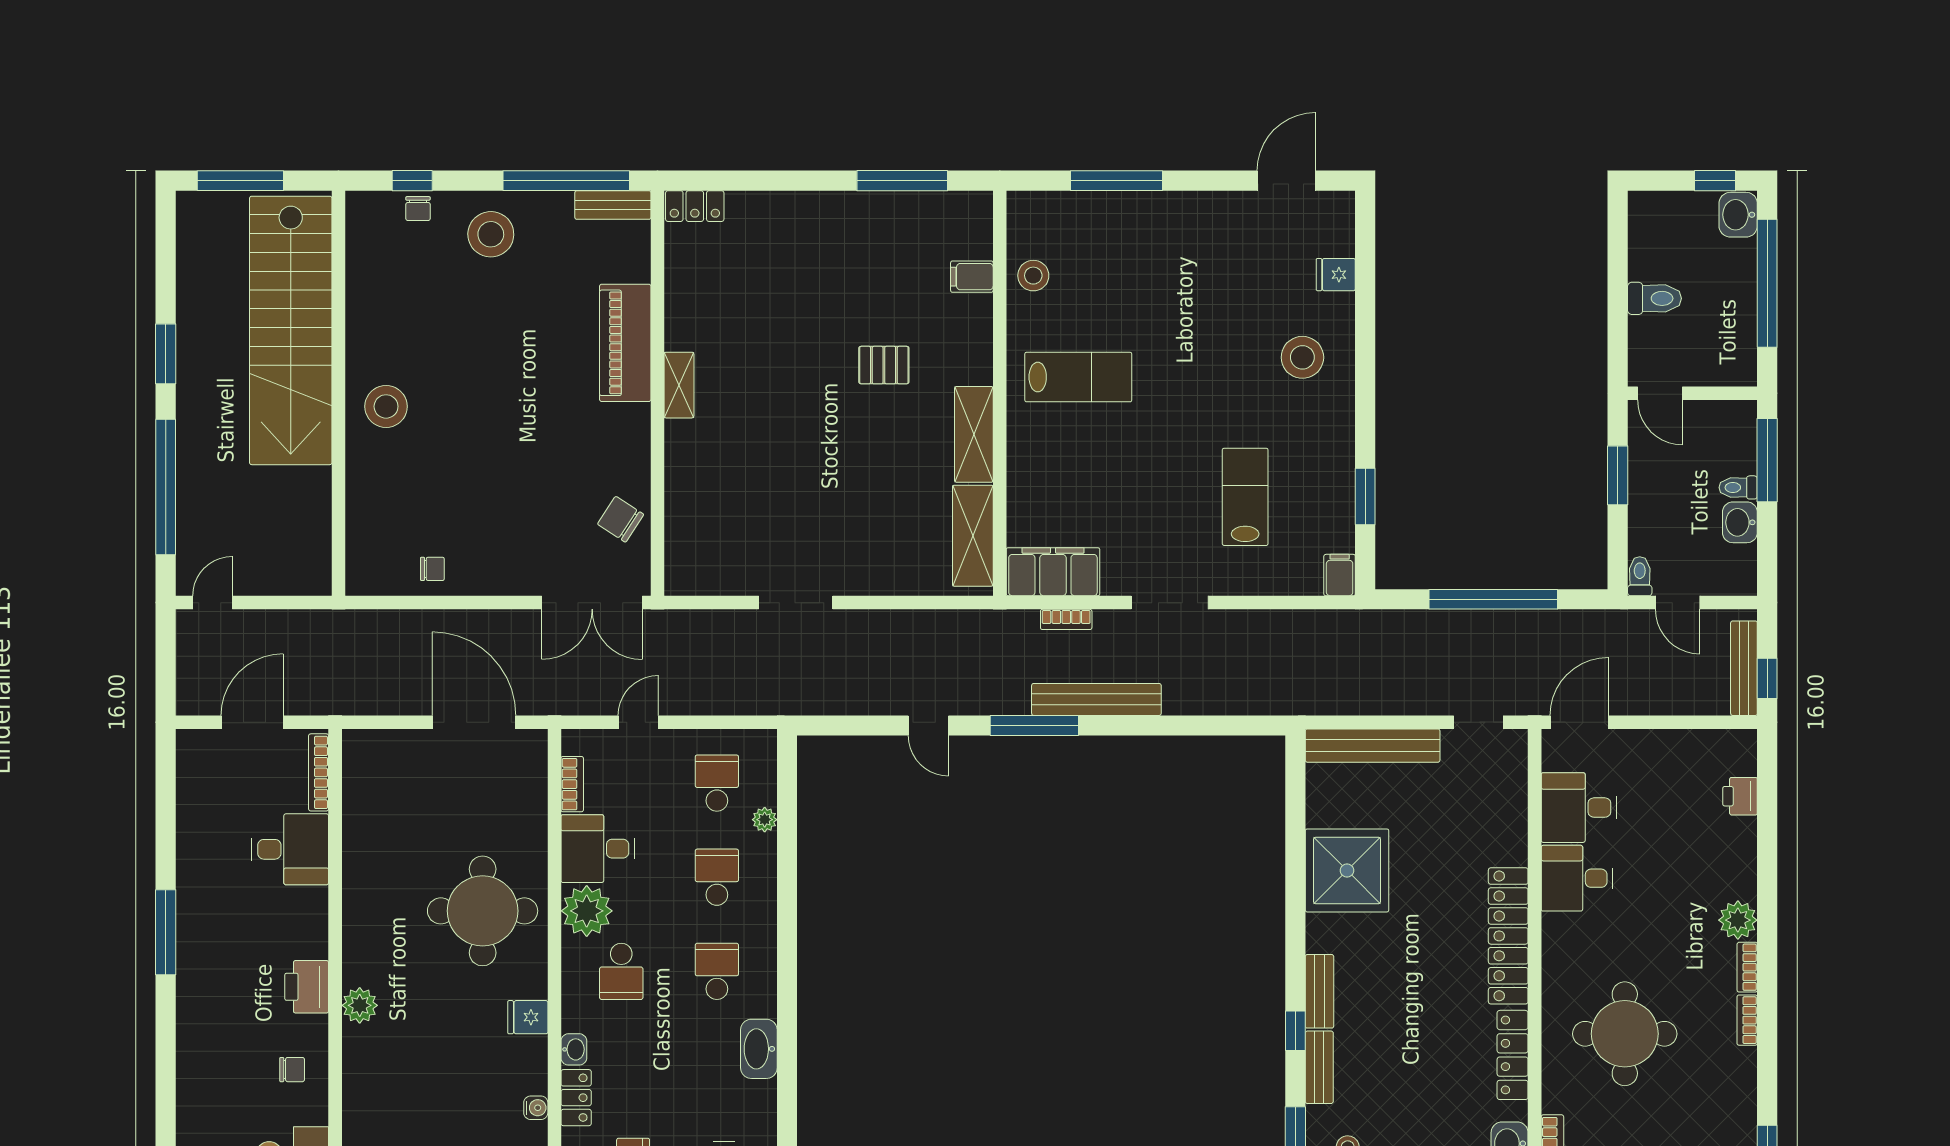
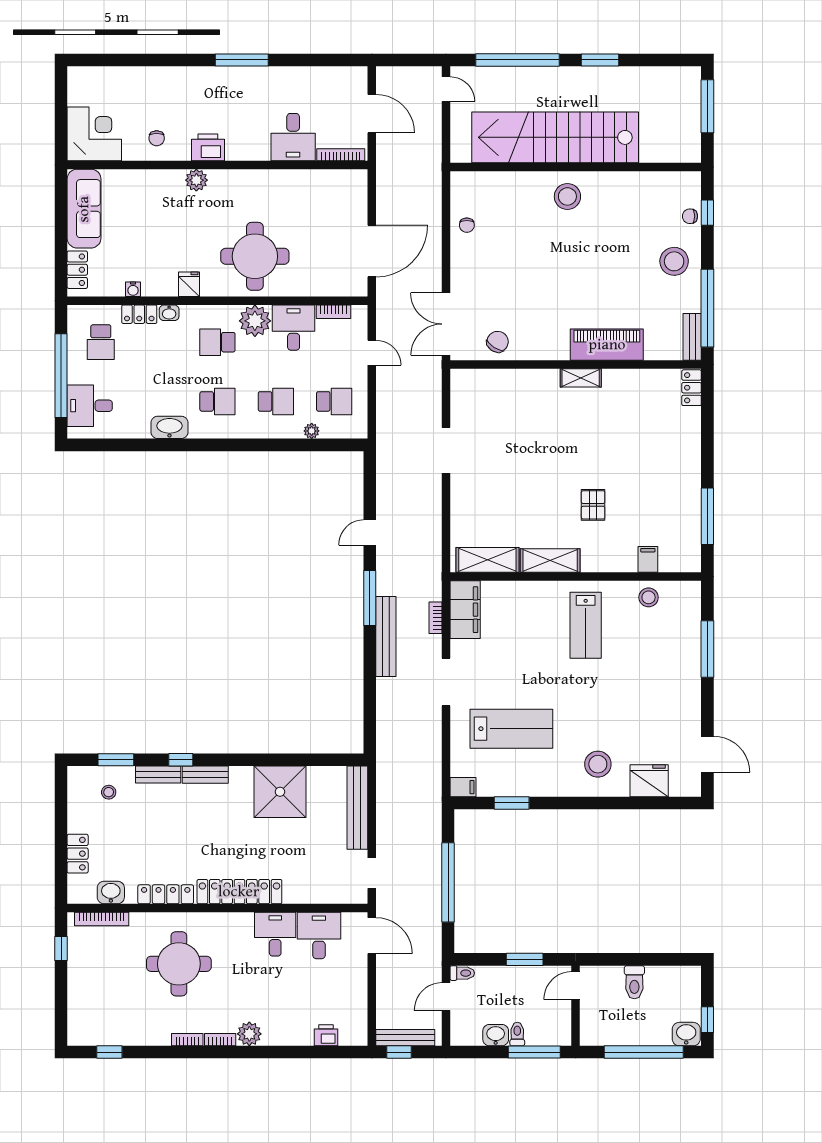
fridge: (1336, 275) -> (649, 781), width x1.88, depth x1.34
stairs: (291, 330) -> (555, 137), moved
lab bench: (1245, 497) -> (511, 729), width x1.36, depth x1.39

